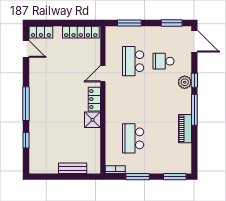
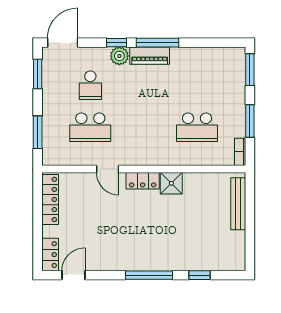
piano: (185, 129) -> (150, 56), moved
bench: (73, 168) -> (238, 204), width x1.36

